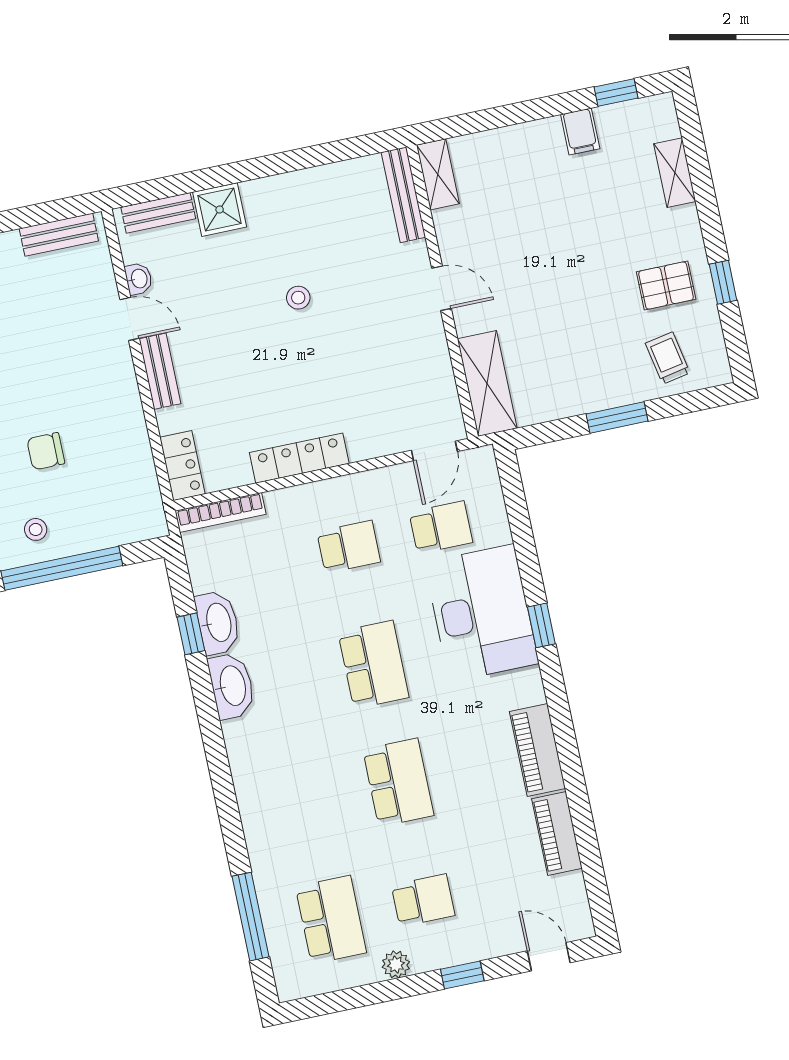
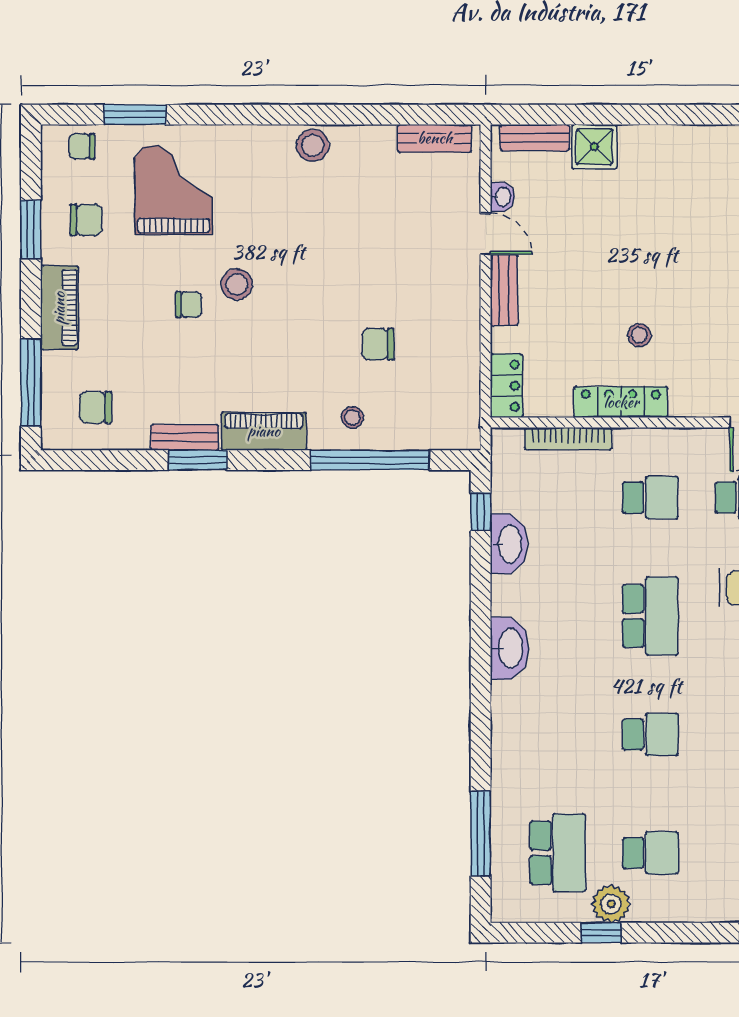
stool: (298, 298) -> (639, 335), moved
bookcase: (221, 513) -> (568, 439), moved
window: (191, 634) -> (481, 512), moved
washbasin: (232, 686) -> (510, 648), moved
school desk: (398, 782) -> (650, 734), width x0.54
plant: (396, 964) -> (611, 904), width x1.38, depth x1.38
window: (462, 975) -> (601, 933), moved

